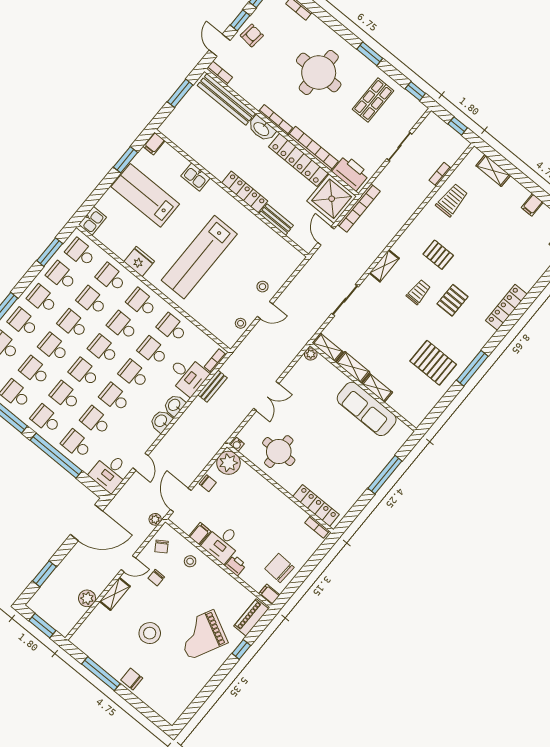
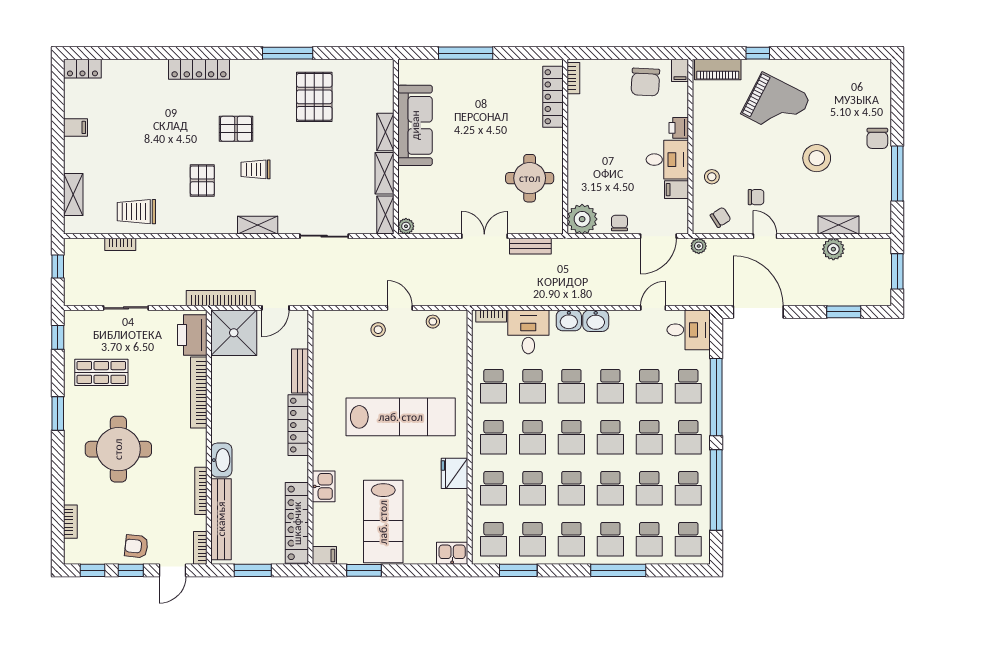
bookcase: (276, 120) -> (201, 491), moved
locker: (298, 160) -> (297, 523), moved, turned 180
bench: (212, 386) -> (530, 246), moved
water cooler: (237, 444) -> (556, 225), removed
shelving: (115, 594) -> (839, 225), moved

